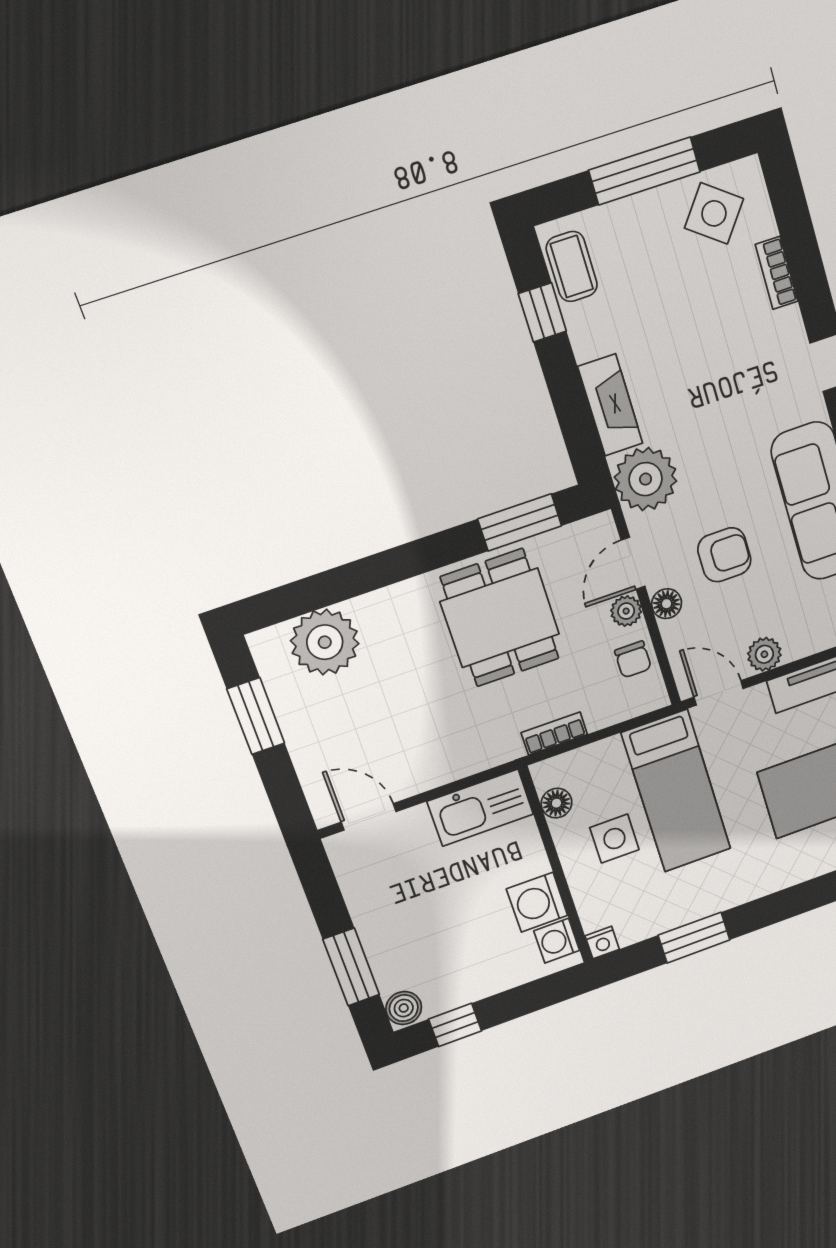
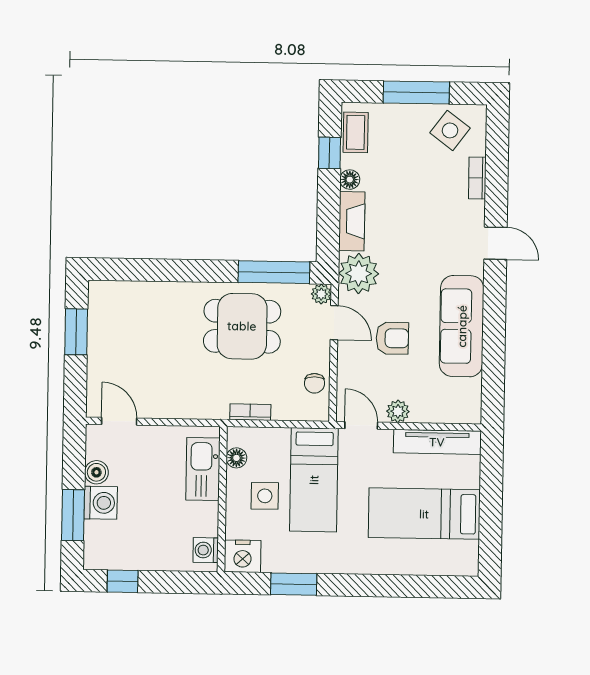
window: (520, 522) -> (274, 272), width x1.44
door: (633, 563) -> (334, 323), swing flipped
floor lamp: (667, 604) -> (350, 180), moved
plant: (626, 611) -> (321, 294), moved
dining table: (500, 618) -> (242, 326), turned 90
plant: (325, 642) -> (133, 302), removed
kitchen sink: (480, 808) -> (203, 469), moved, turned 90
washing machine: (537, 902) -> (101, 503), moved, turned 180
nightstand: (602, 943) -> (243, 556), width x1.89, depth x1.79
boiler: (404, 1008) -> (96, 472), moved

